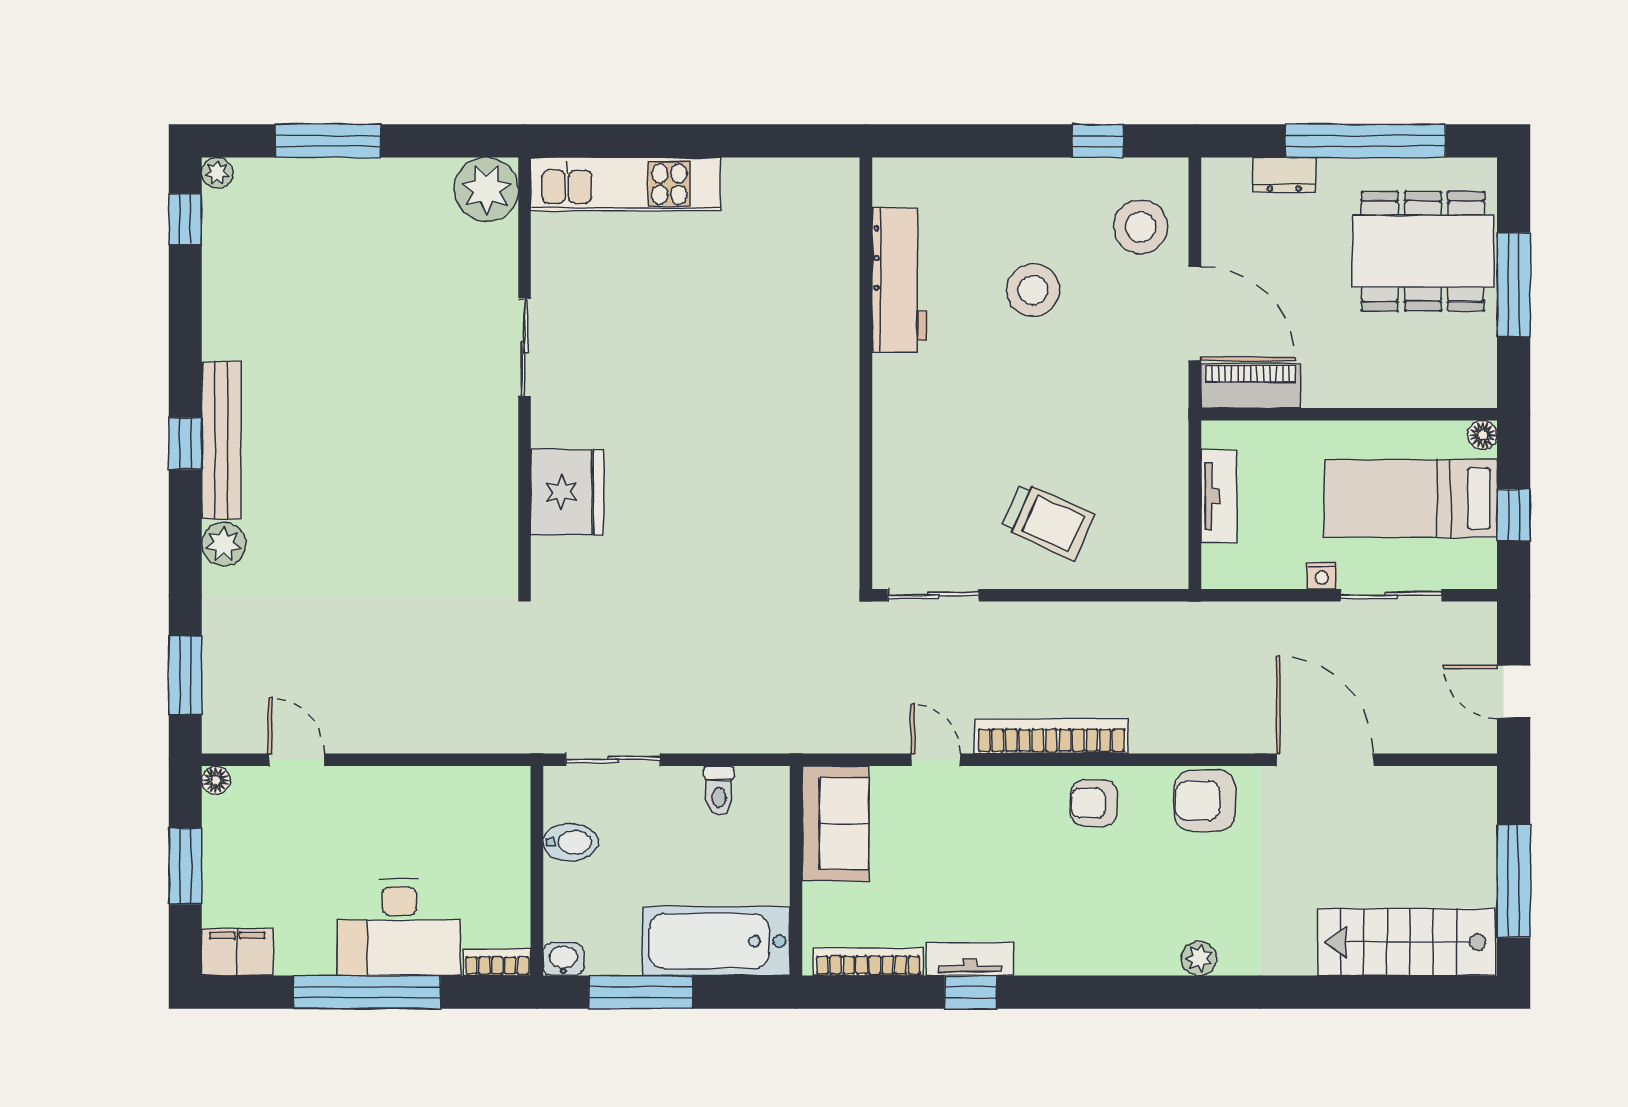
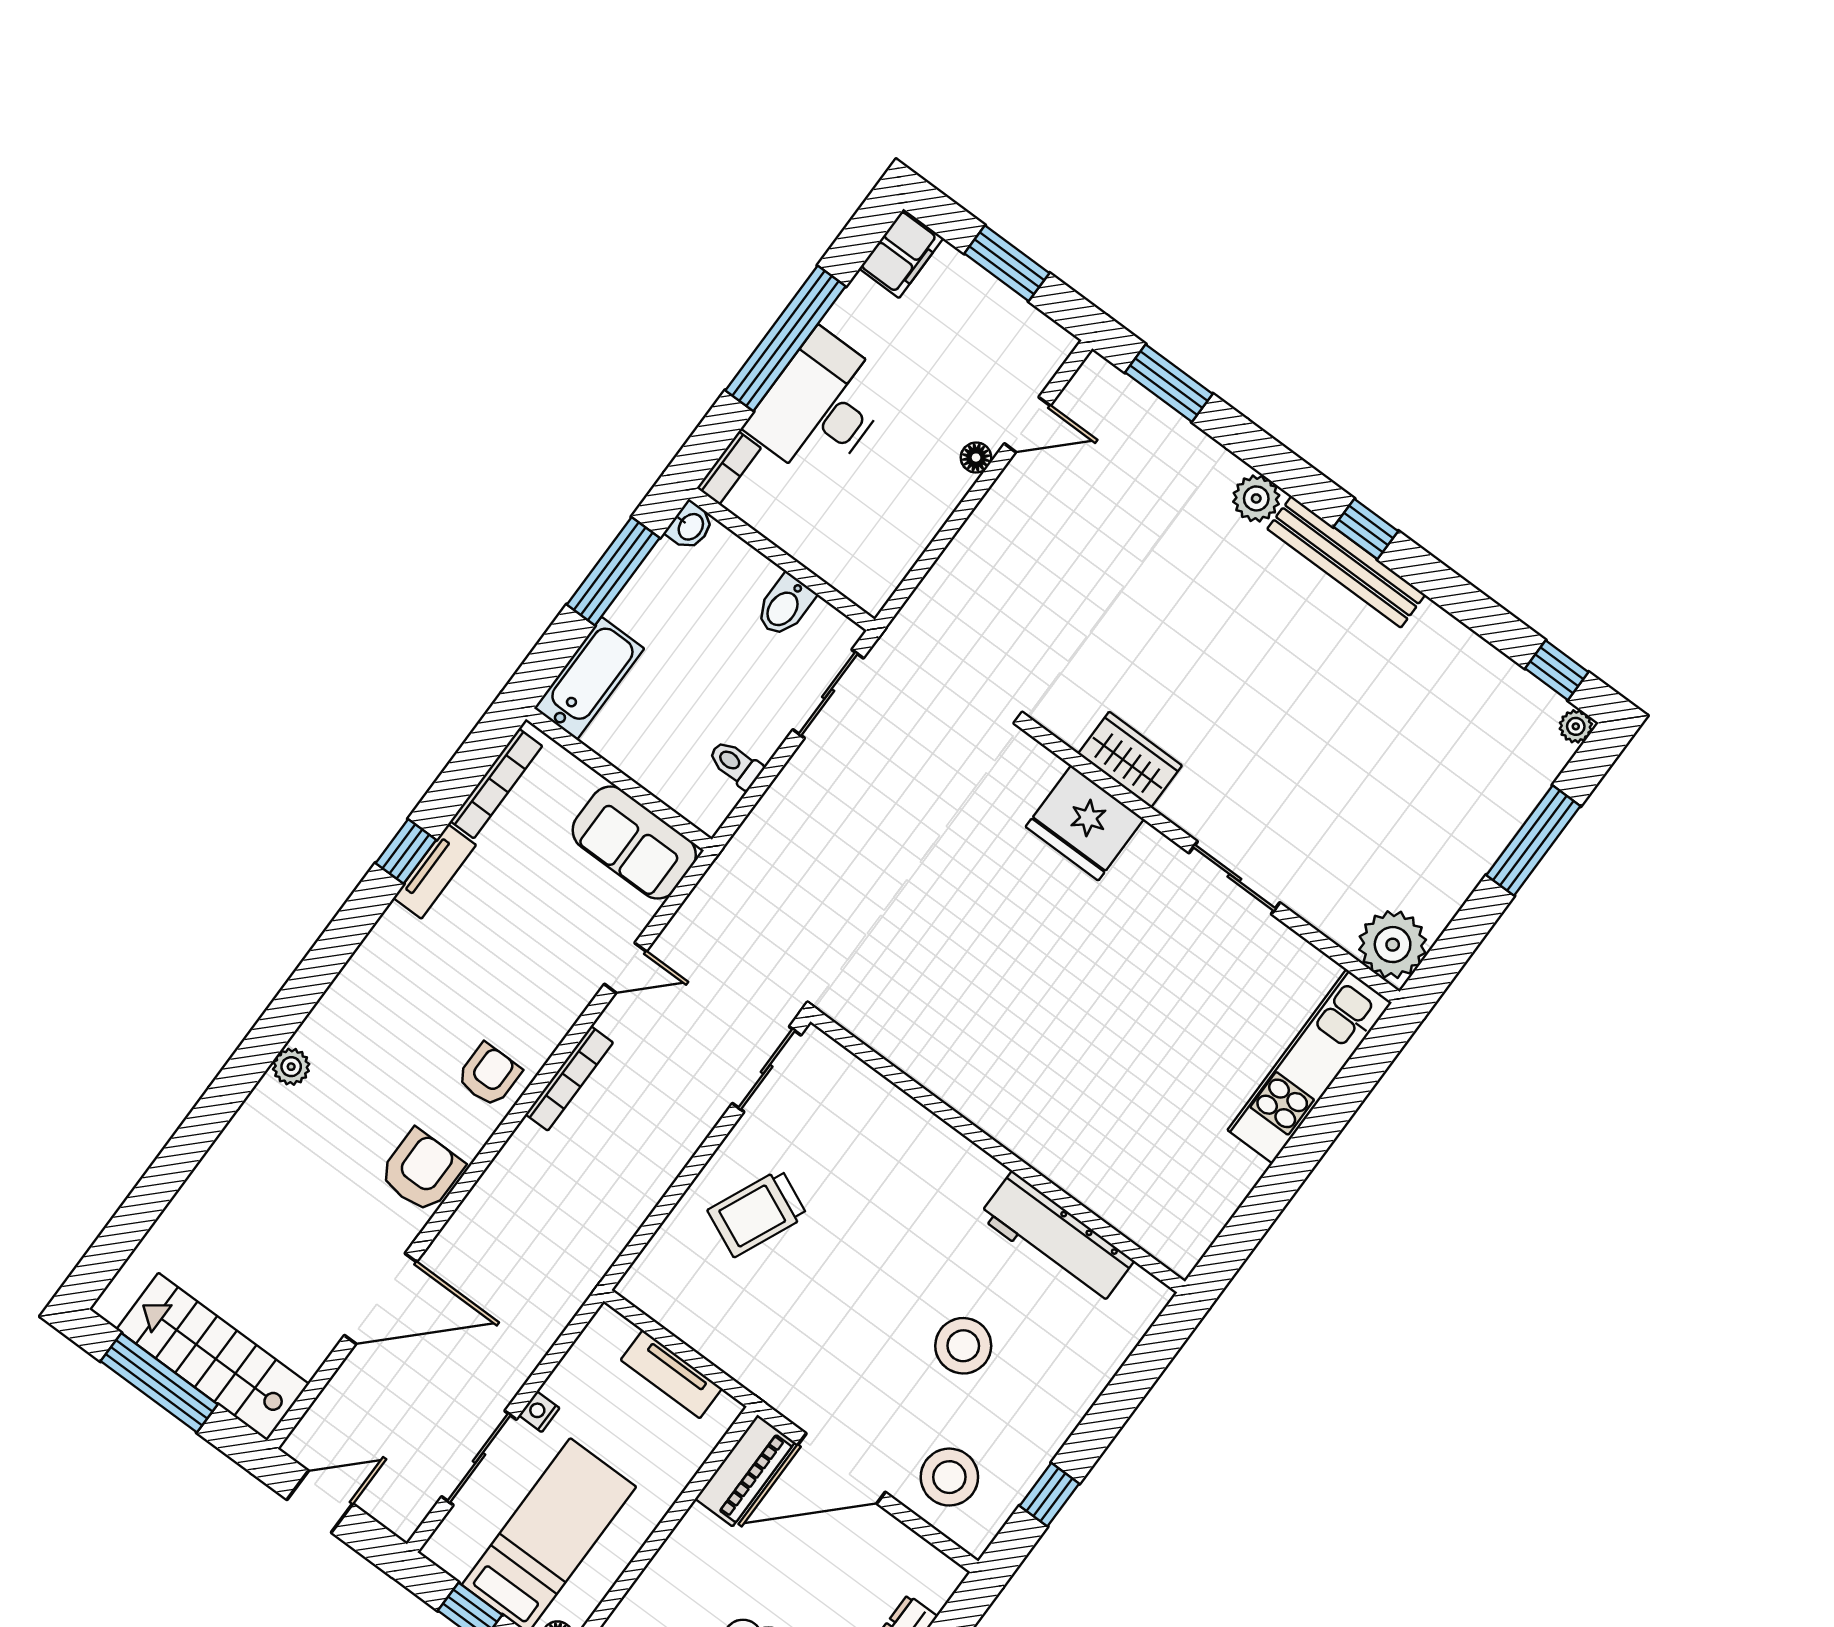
wardrobe: (493, 493) -> (1130, 760), added
bookcase: (1051, 736) -> (569, 1078), width x0.68, depth x0.76
floor lamp: (216, 780) -> (976, 458), moved
bathtub: (716, 941) -> (589, 678), width x0.73, depth x0.73
stairs: (1406, 942) -> (213, 1357), moved, turned -90

